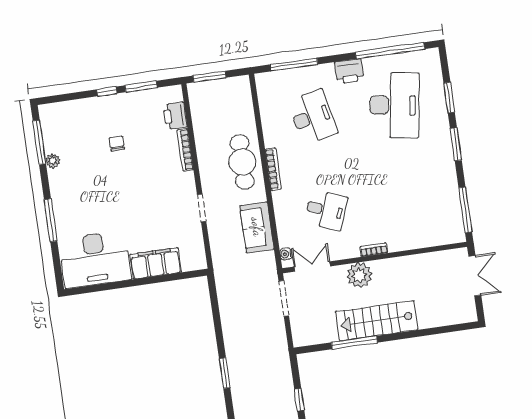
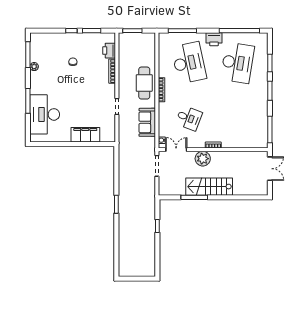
desk: (313, 117) -> (189, 63), width x1.36, depth x1.30
desk: (95, 259) -> (45, 114), moved, turned 90

